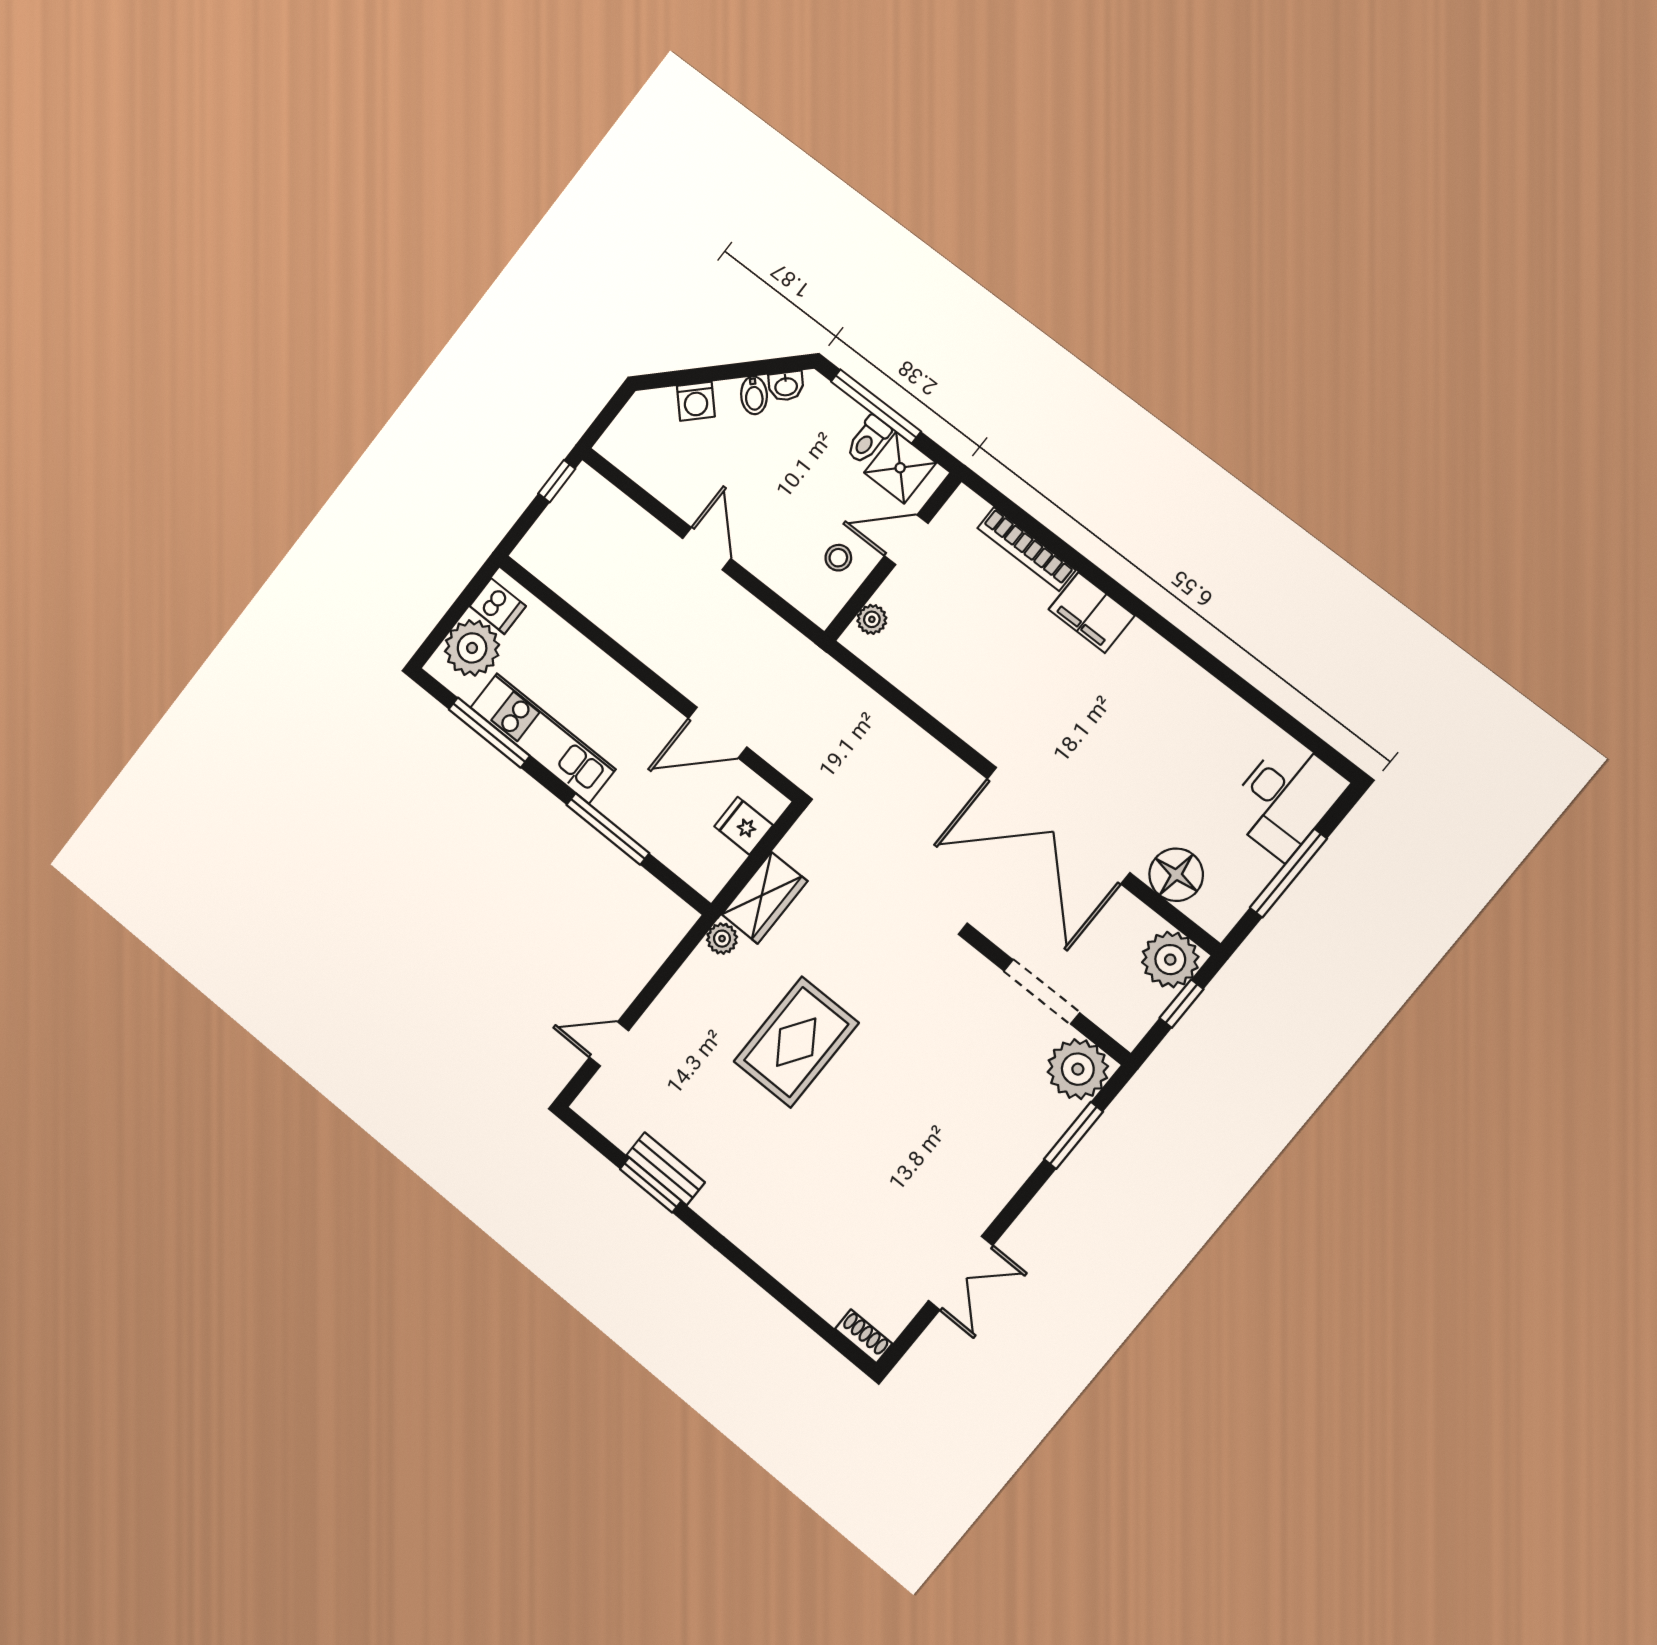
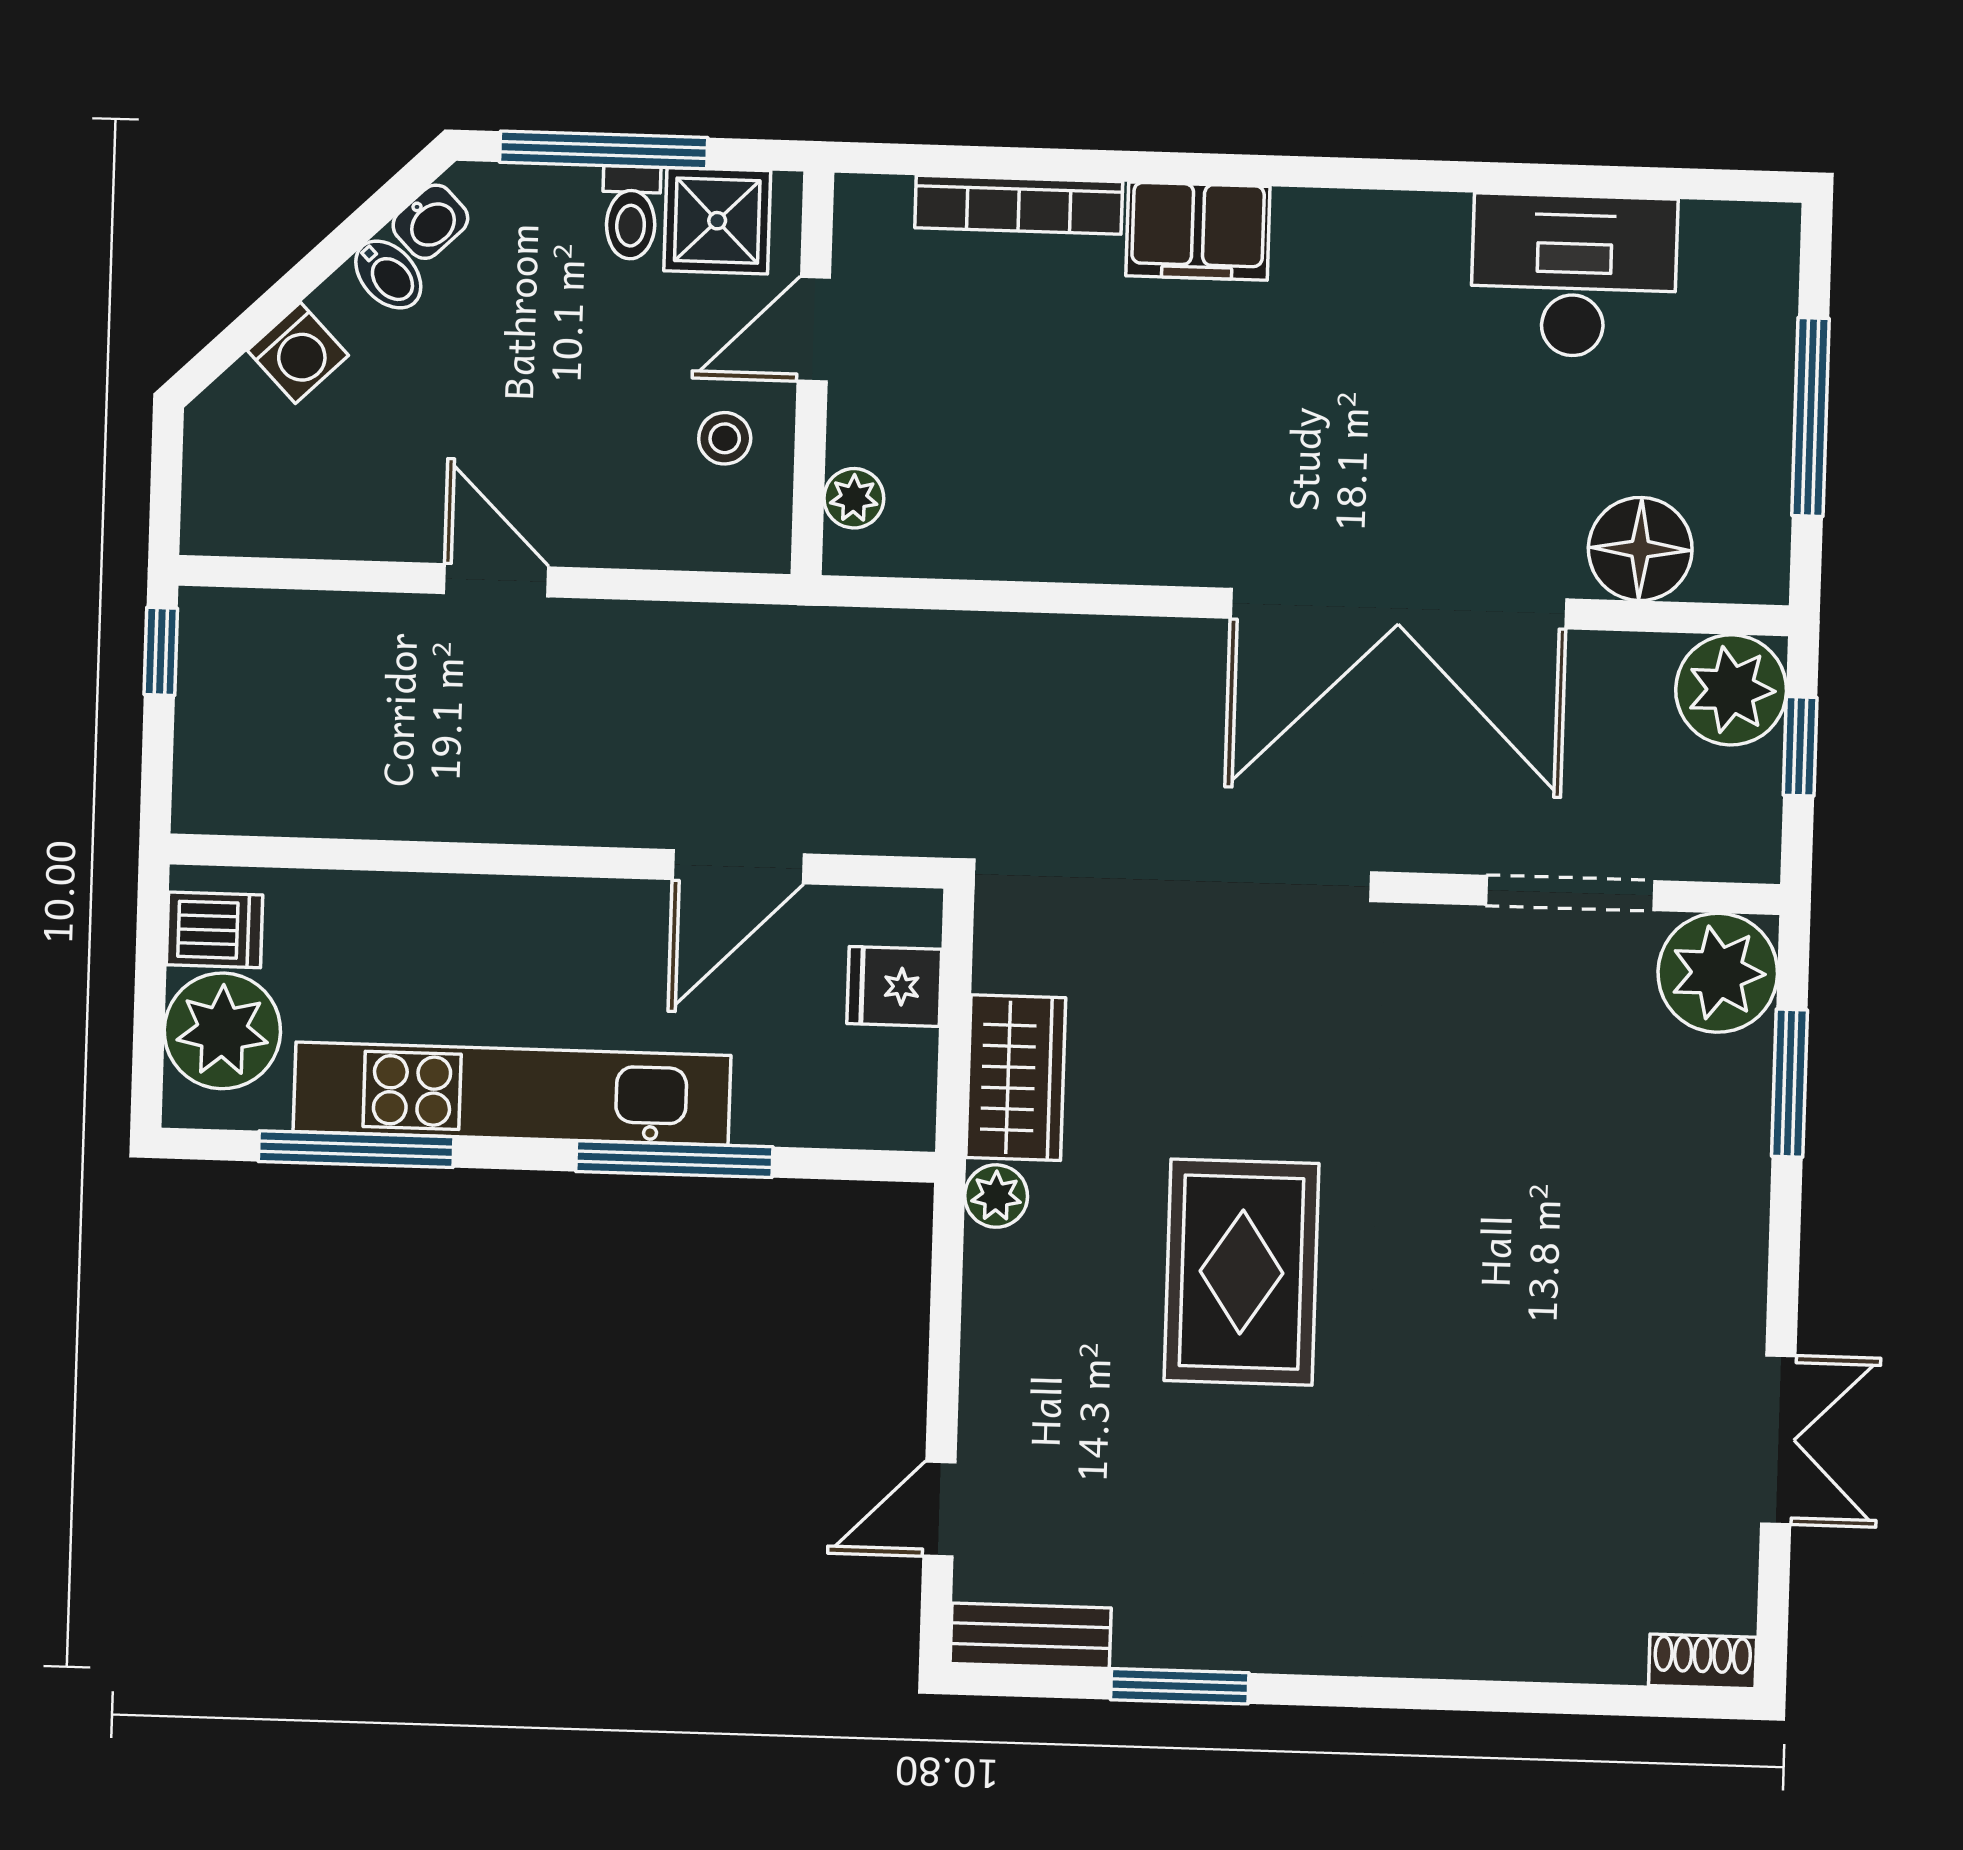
kitchen unit: (543, 738) -> (512, 1094), width x1.36
desk: (1286, 798) -> (1574, 276), moved, turned -90
bench: (666, 1169) -> (1031, 1636), moved

